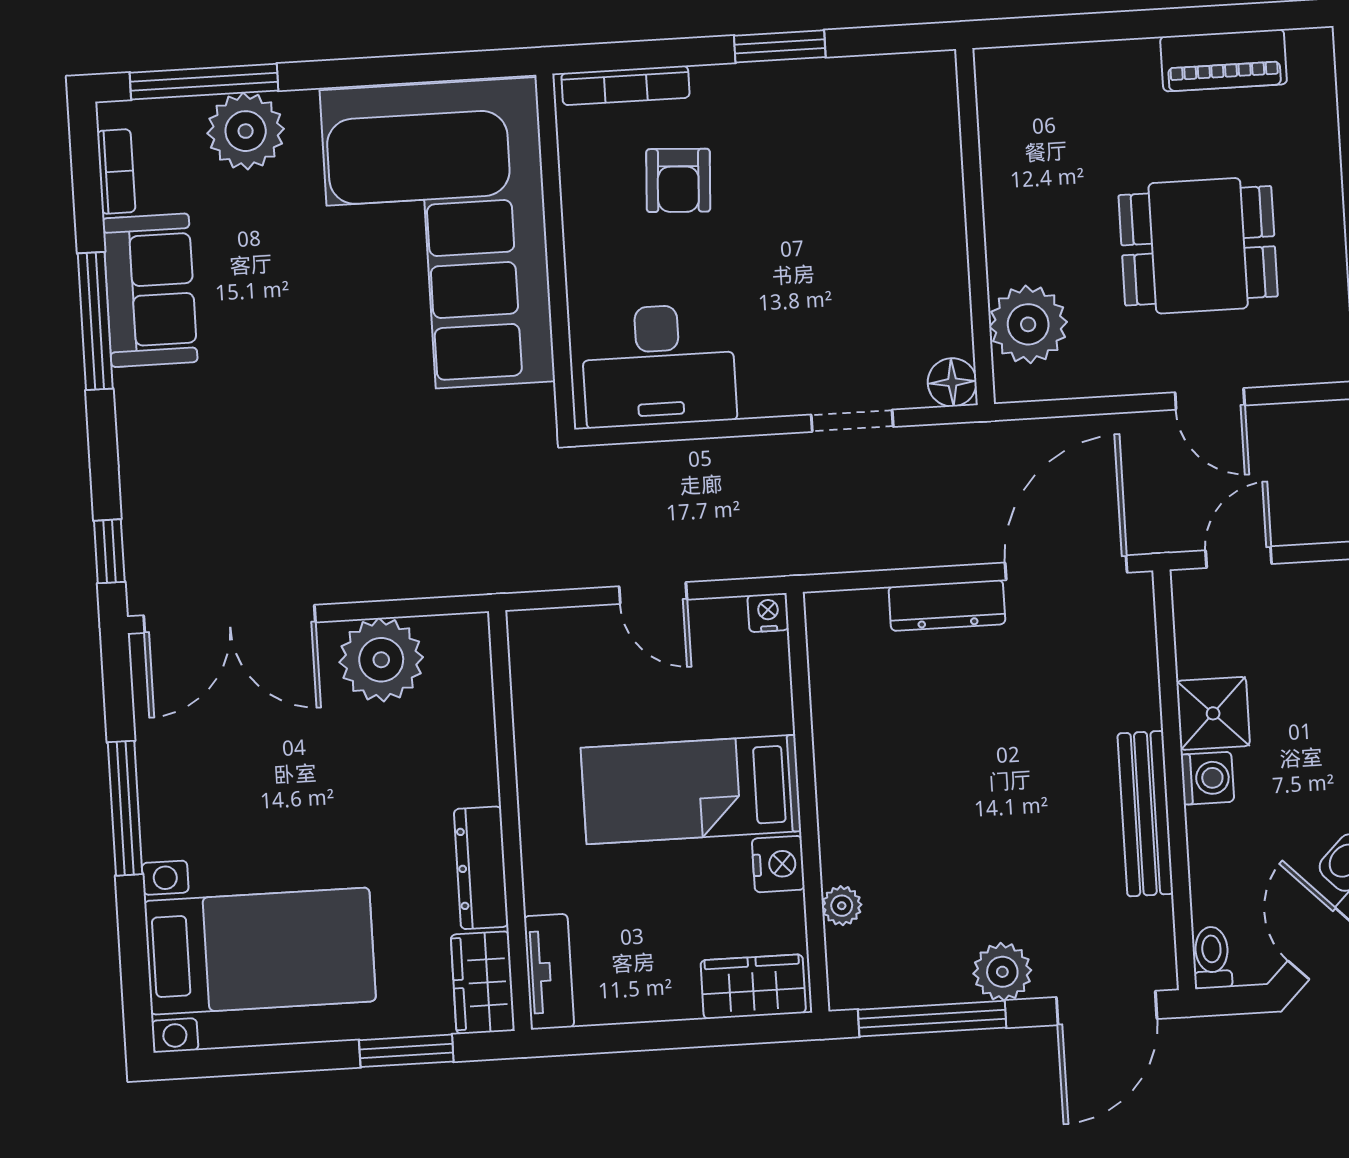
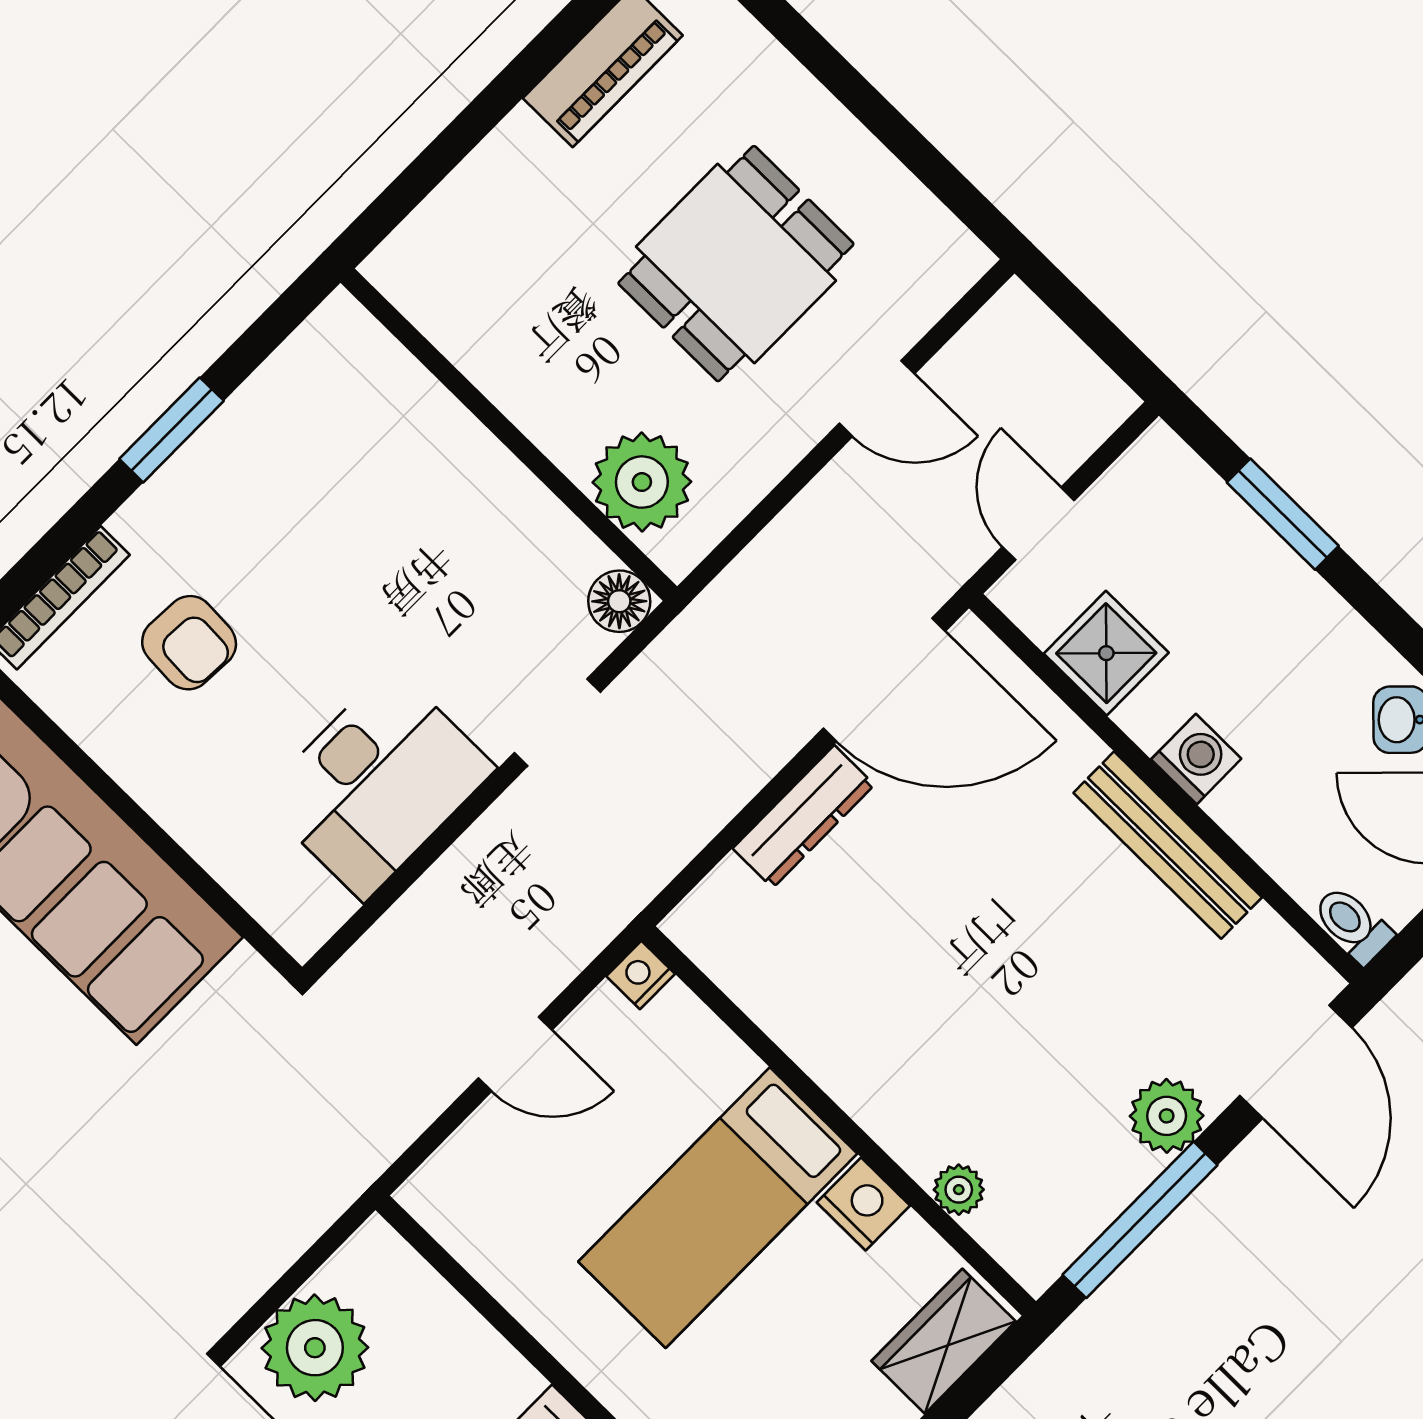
desk: (659, 365) -> (378, 783), moved
door: (1066, 568) -> (884, 680), swing flipped
shower: (1213, 713) -> (1106, 653), moved

